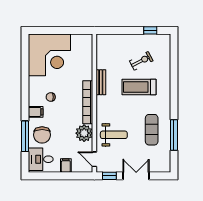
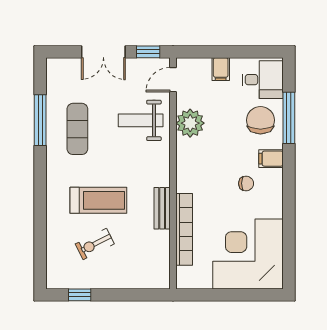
bookcase: (88, 102) -> (184, 229), moved
door: (94, 159) -> (173, 80), swing flipped

